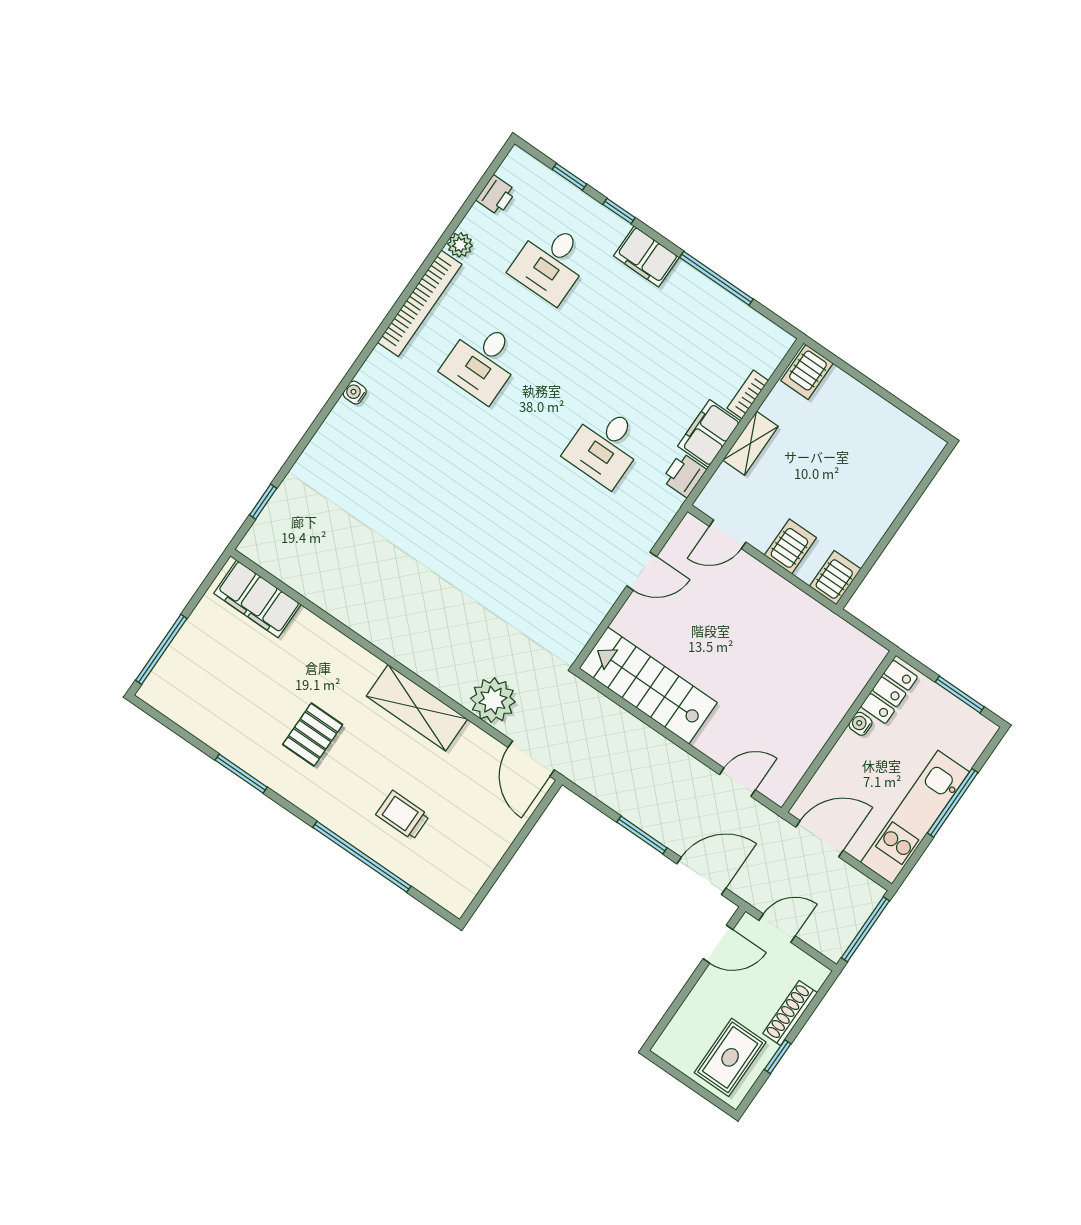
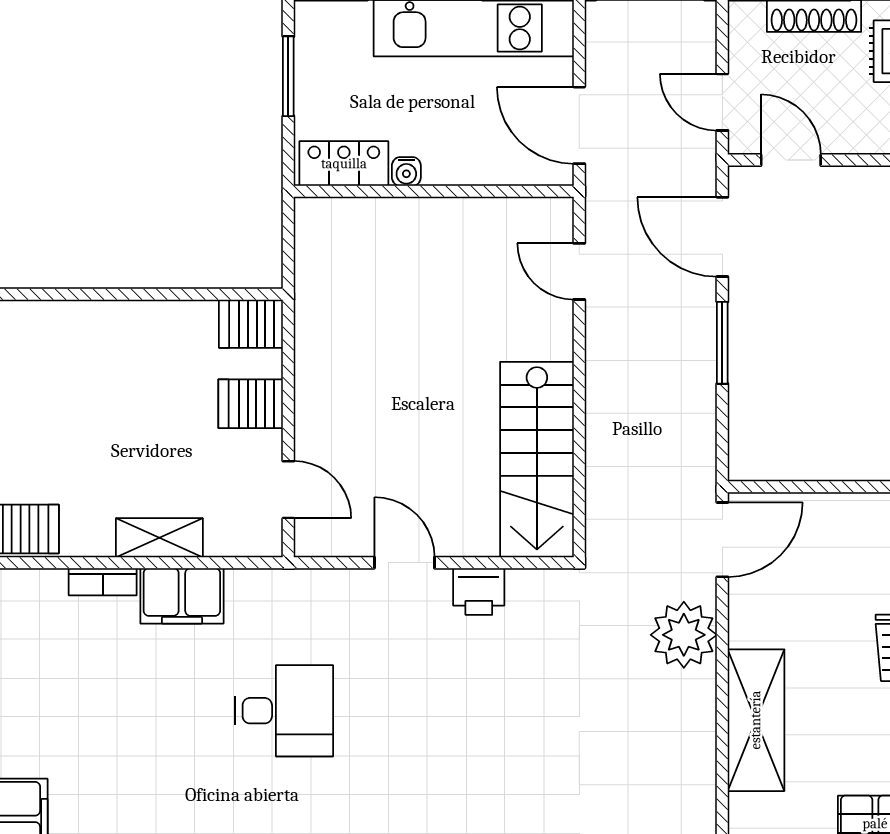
printer: (684, 475) -> (479, 591), moved

